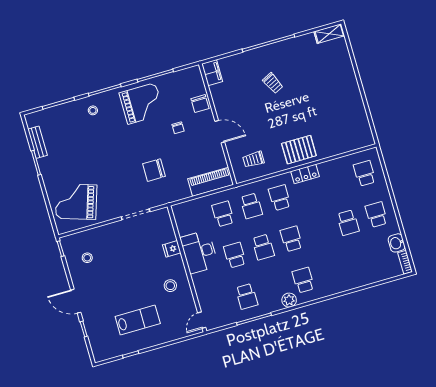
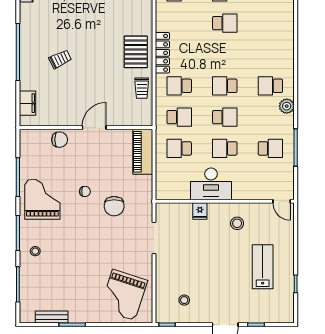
filing cabinet: (212, 73) -> (27, 103), moved, turned 90
chair: (178, 128) -> (85, 191), moved
trolley: (253, 159) -> (142, 88), moved
locker: (305, 174) -> (162, 53), width x1.53

